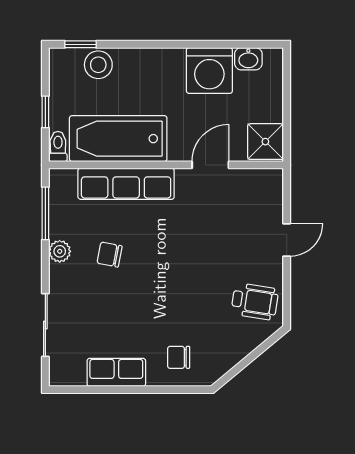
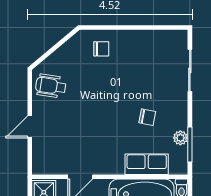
row of seats: (126, 184) -> (147, 164), width x0.68
plant: (60, 251) -> (180, 138), moved
row of seats: (116, 372) -> (143, 39), removed

